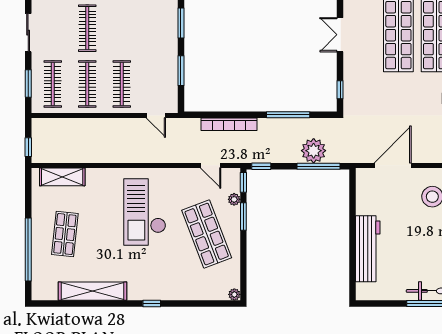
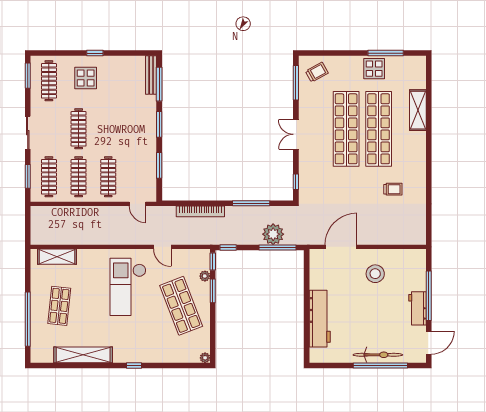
window: (28, 147) -> (28, 231), removed
door: (211, 165) -> (162, 247), moved

